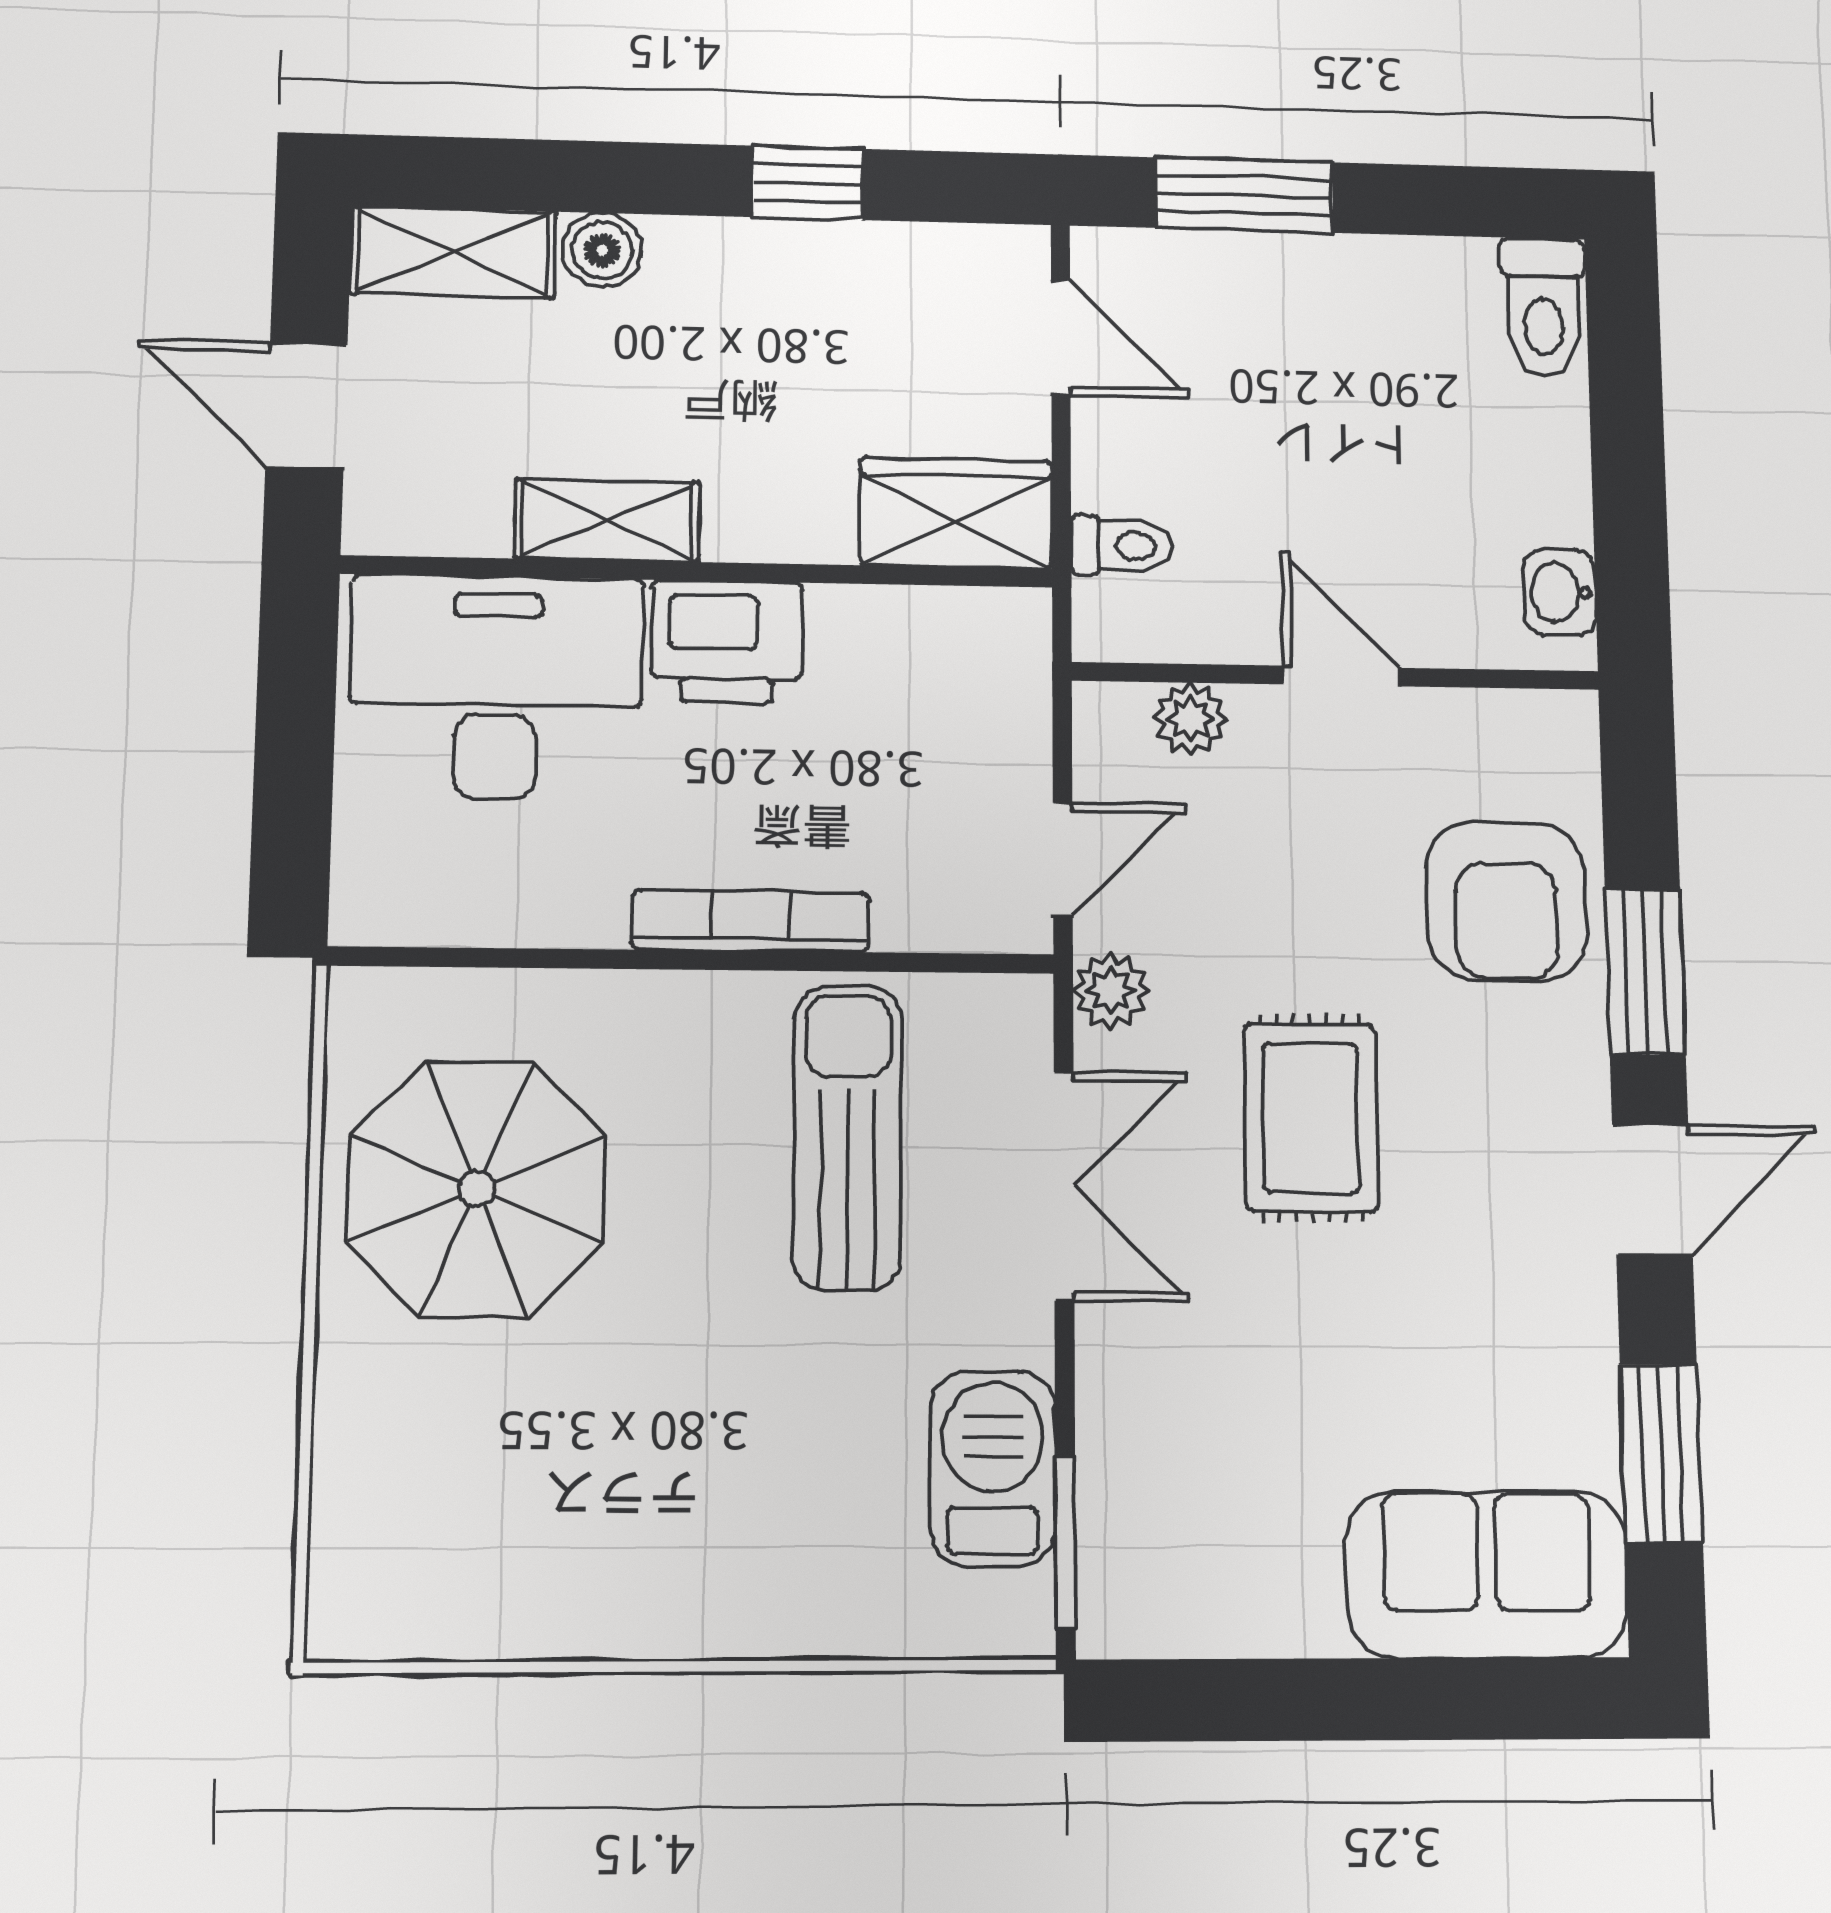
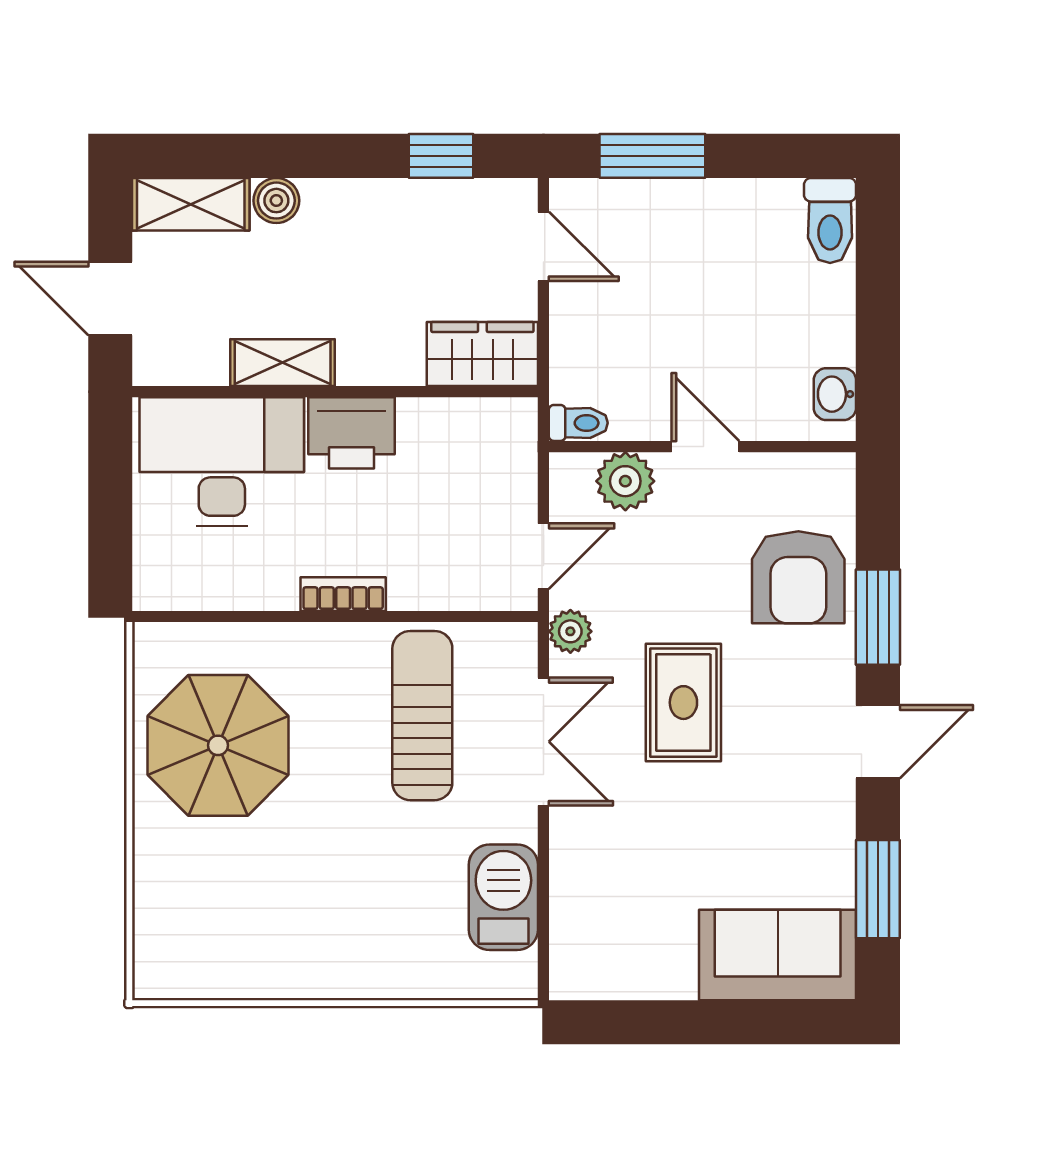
window: (808, 183) -> (441, 156), moved
toilet: (1122, 546) -> (578, 423), moved
plant: (1190, 719) -> (625, 481), width x1.38, depth x1.38
bookcase: (751, 921) -> (343, 594), width x0.64
window: (1065, 1542) -> (543, 937), removed

